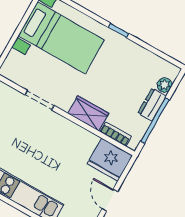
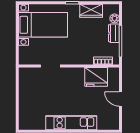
wardrobe: (88, 113) -> (91, 11), moved, turned 180
fridge: (110, 160) -> (96, 77), moved

